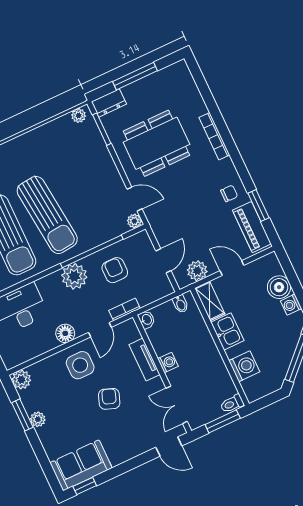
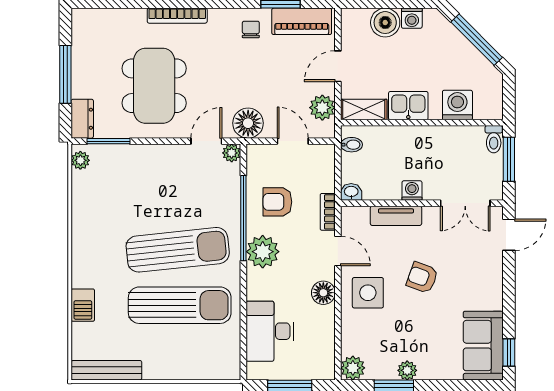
floor lamp: (161, 223) -> (248, 123), added

